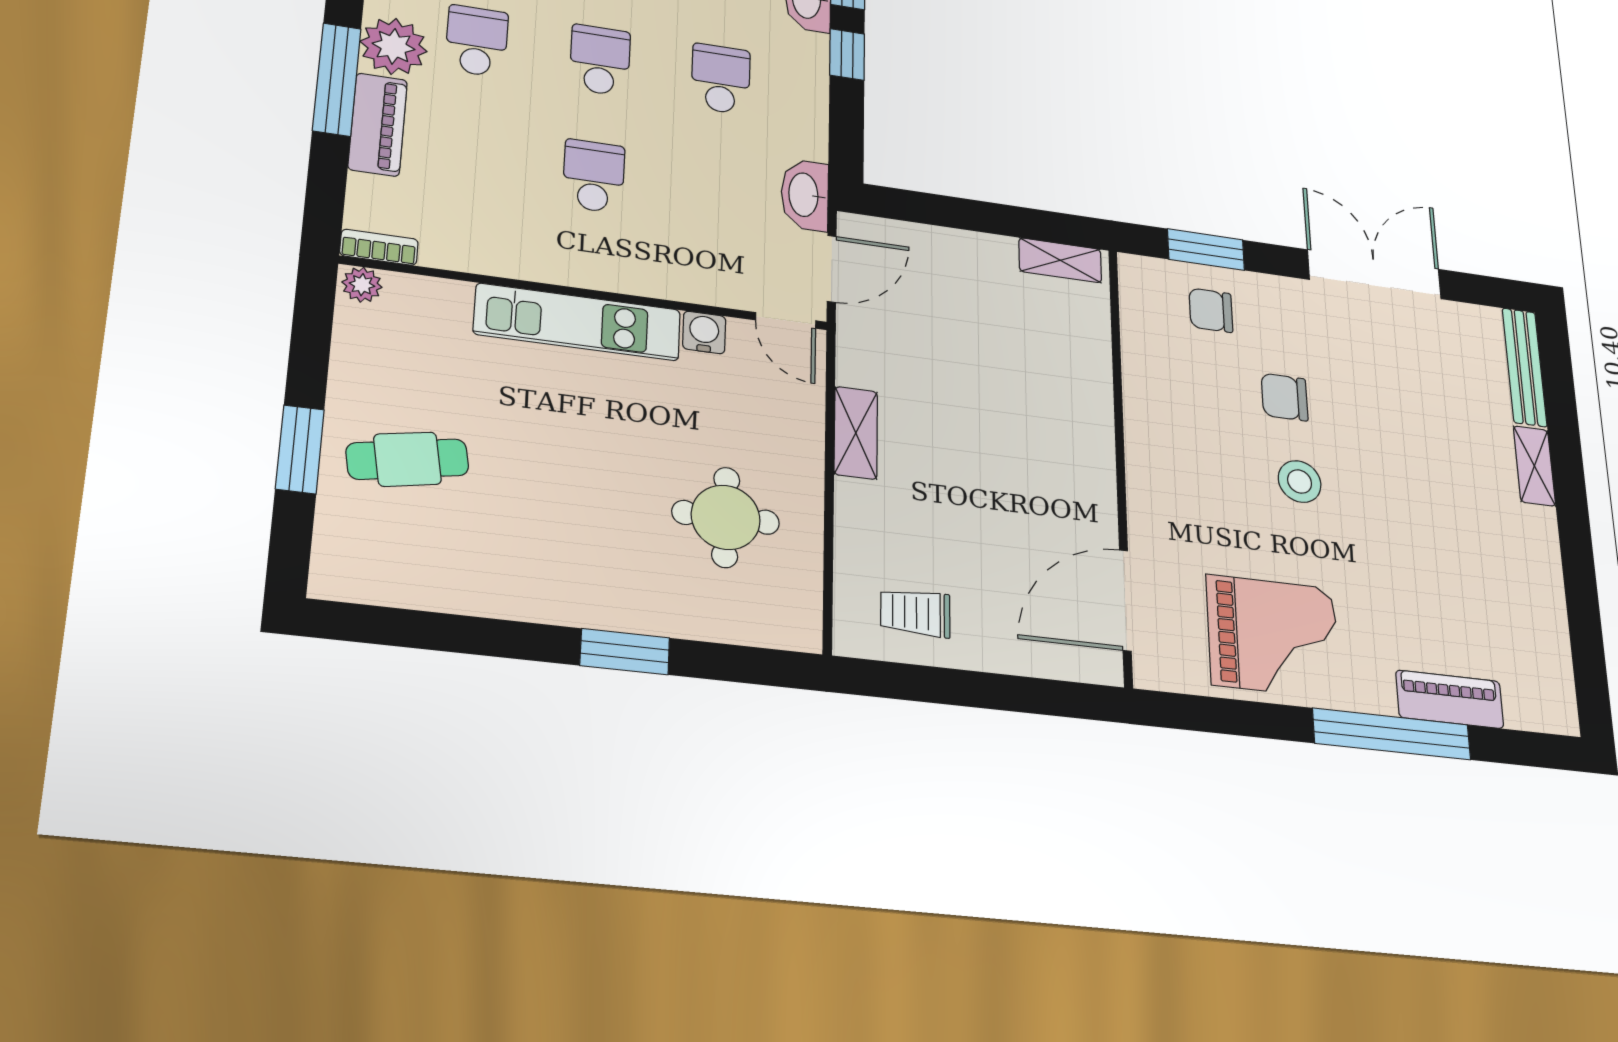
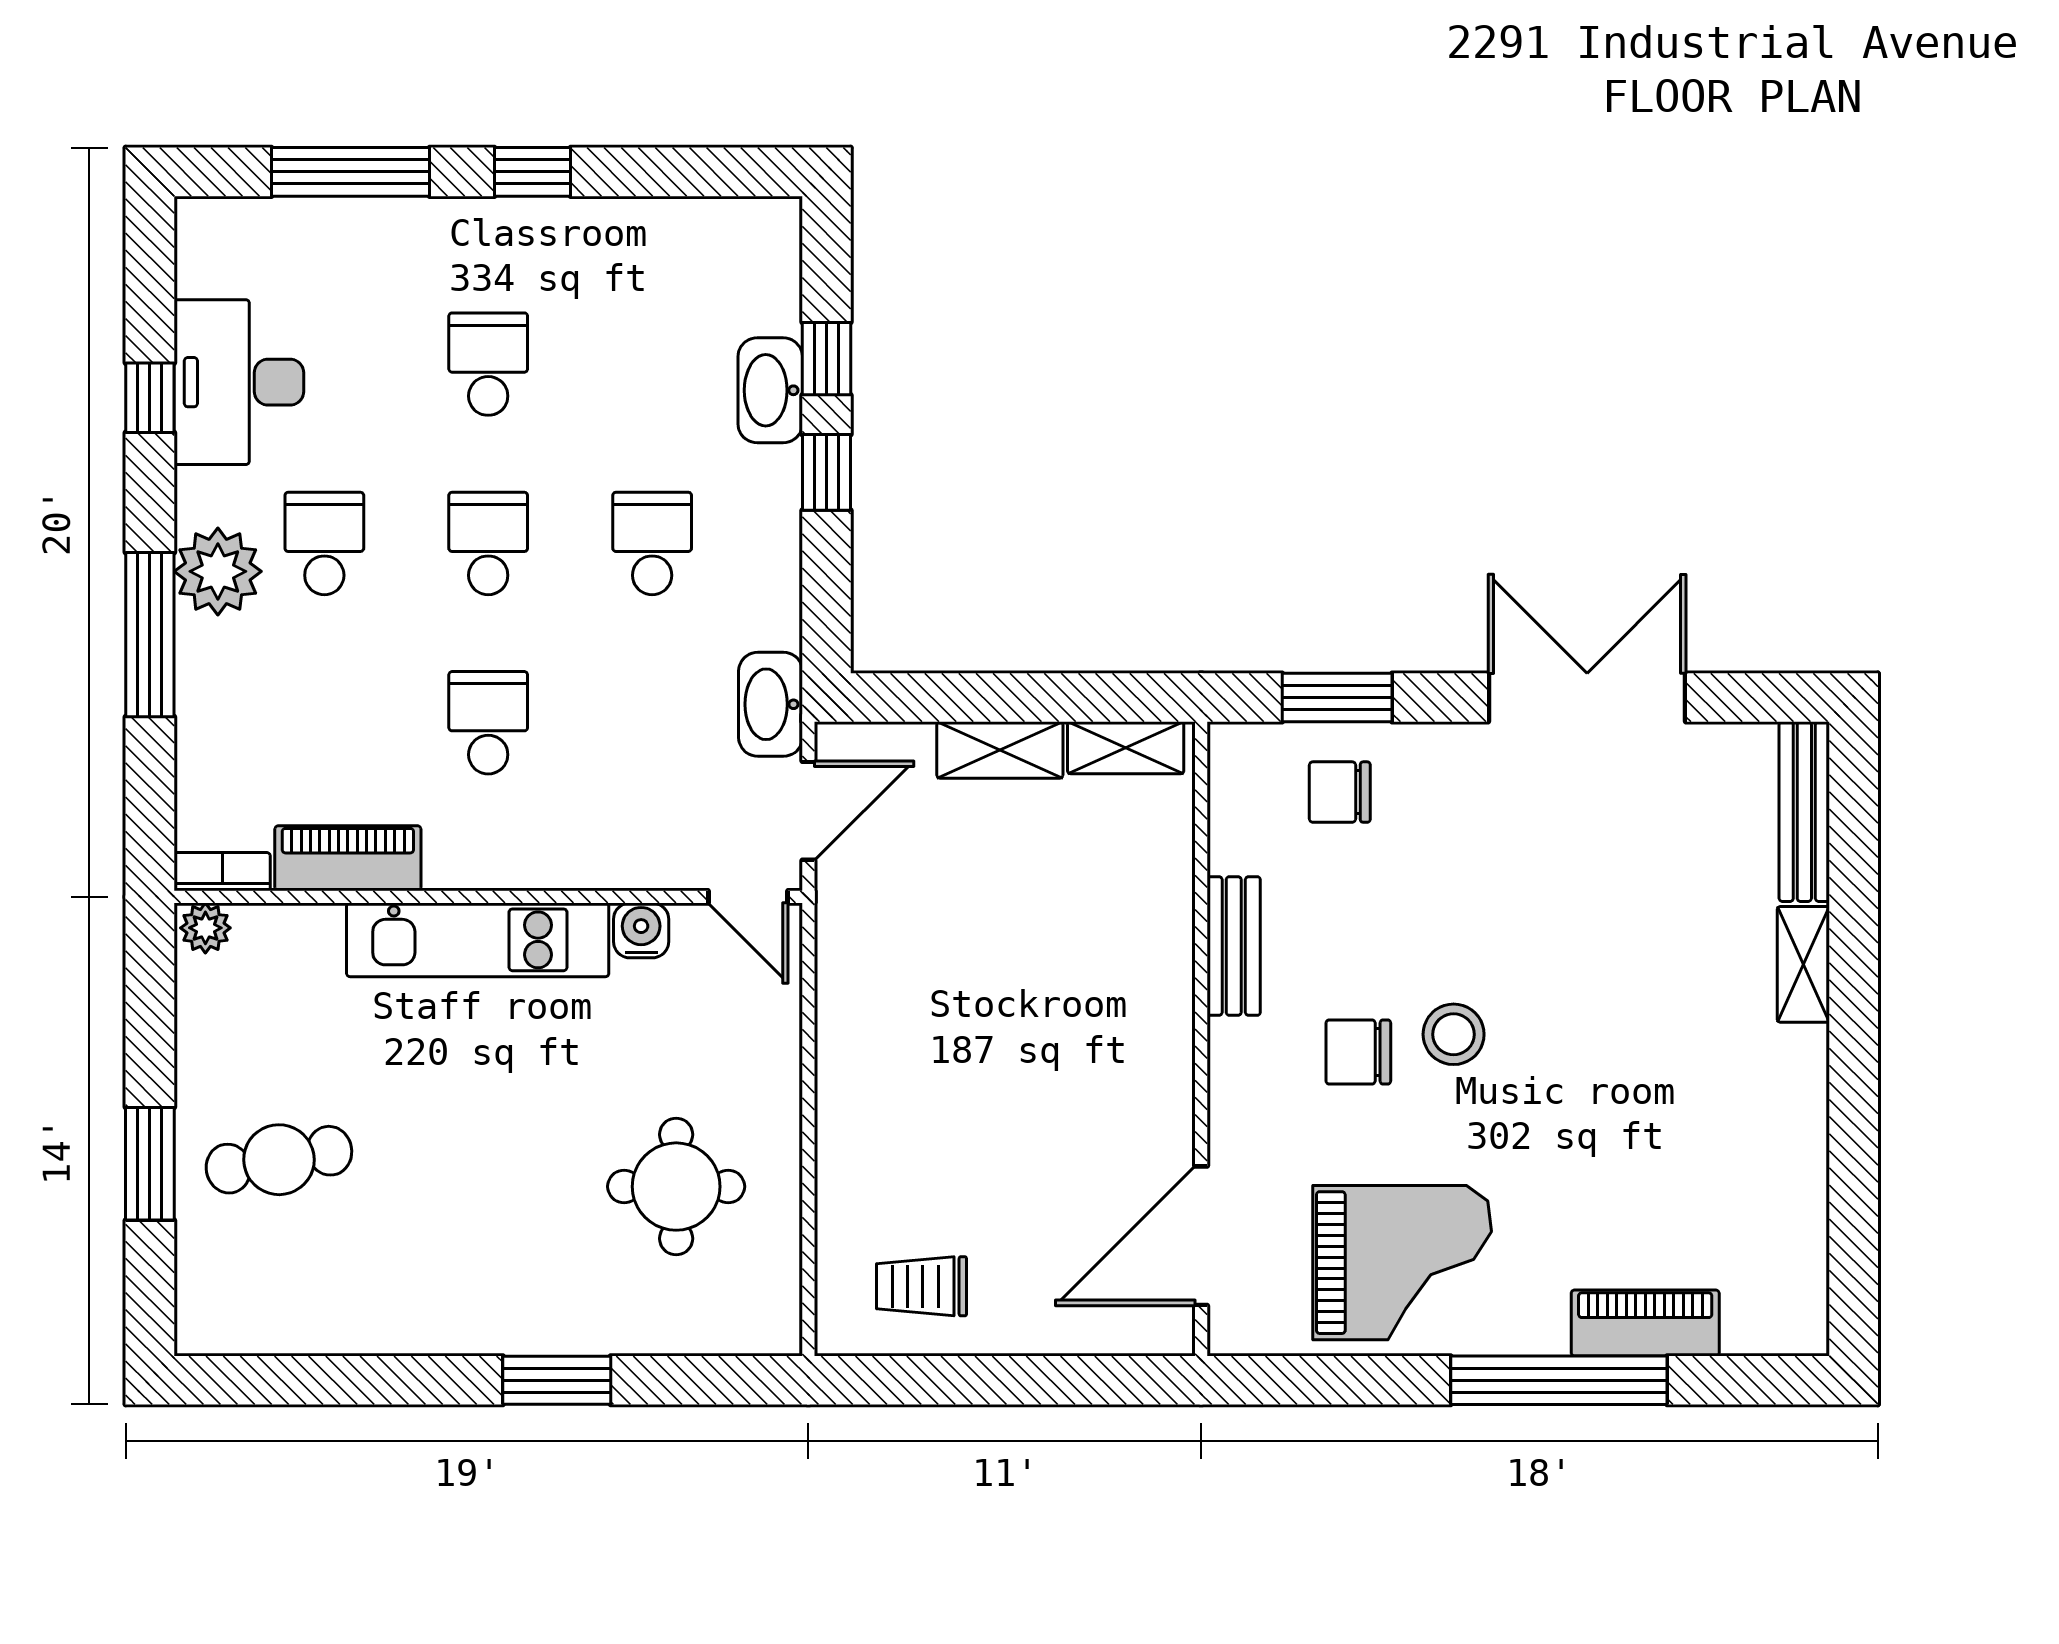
piano: (378, 125) -> (348, 858), moved, turned -90
chair: (1285, 397) -> (1358, 1052), moved
bench: (1141, 402) -> (1234, 946), added
shelving: (856, 433) -> (1000, 750), moved, turned 90

